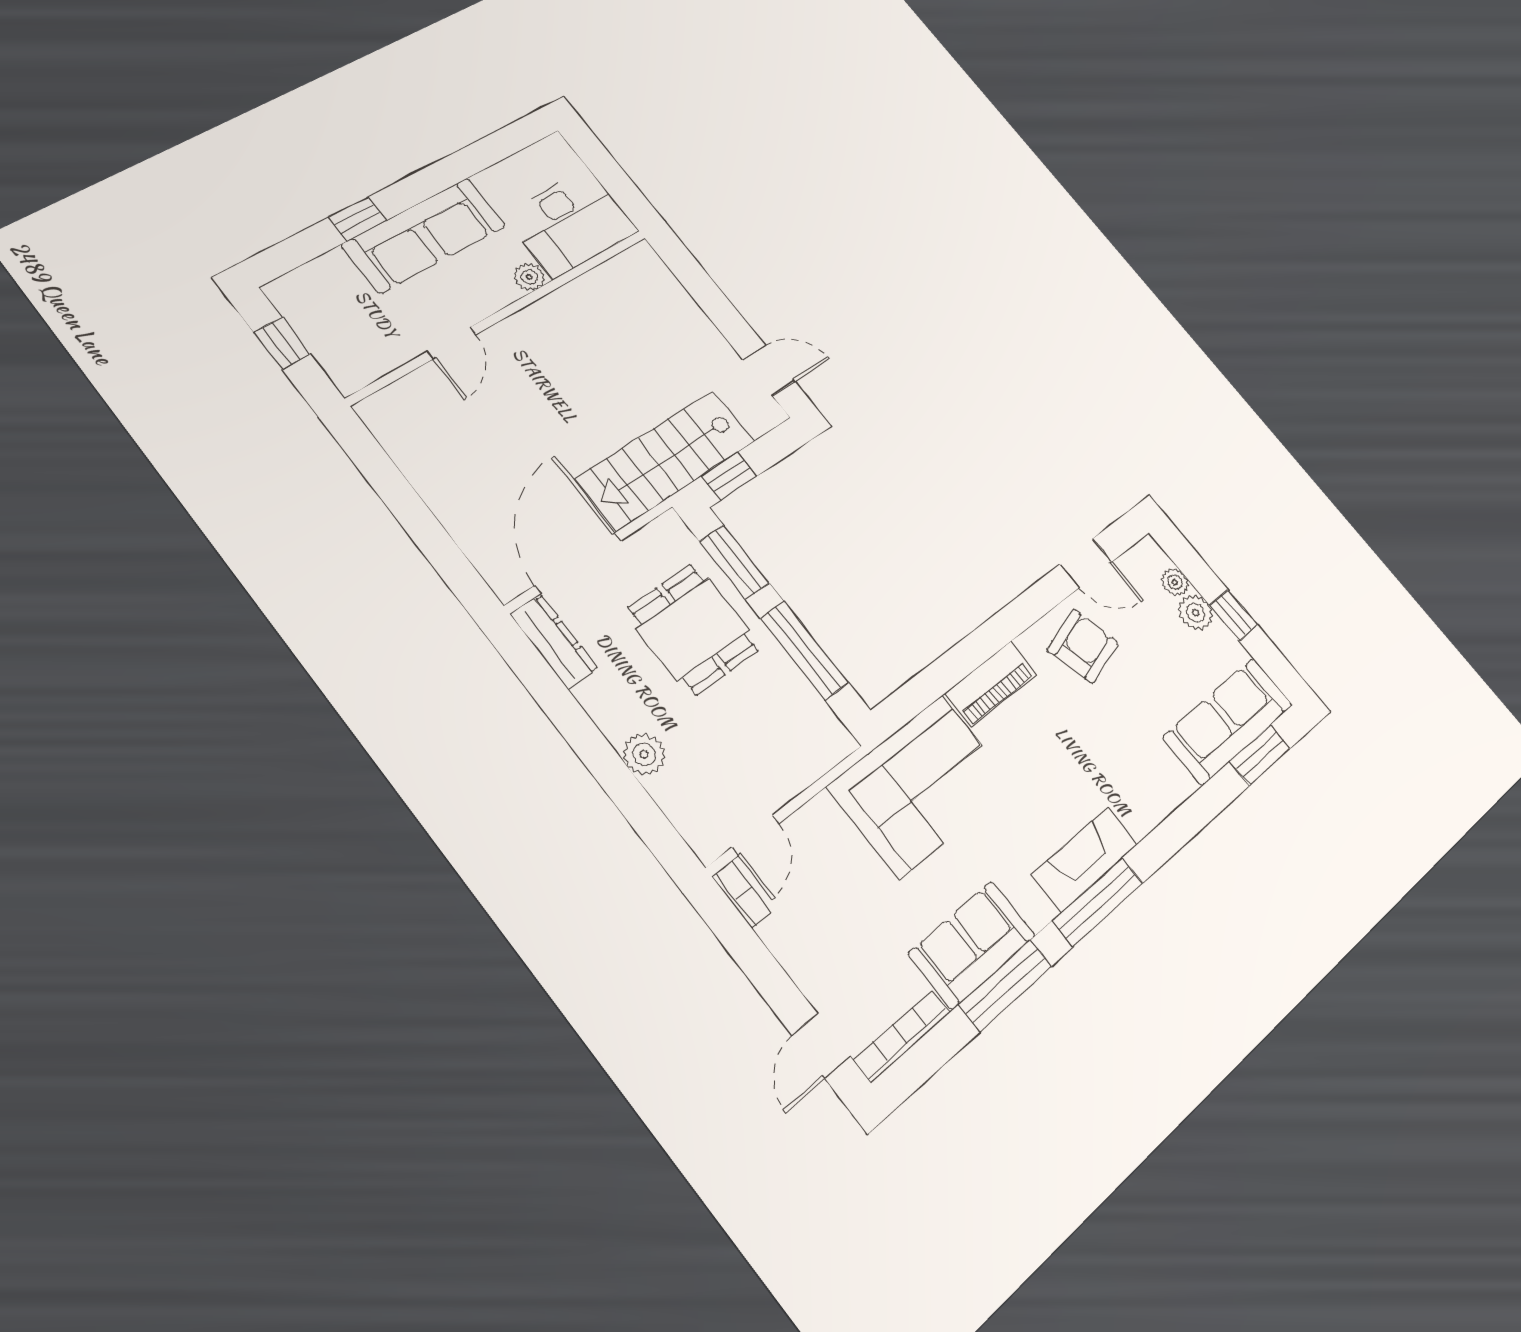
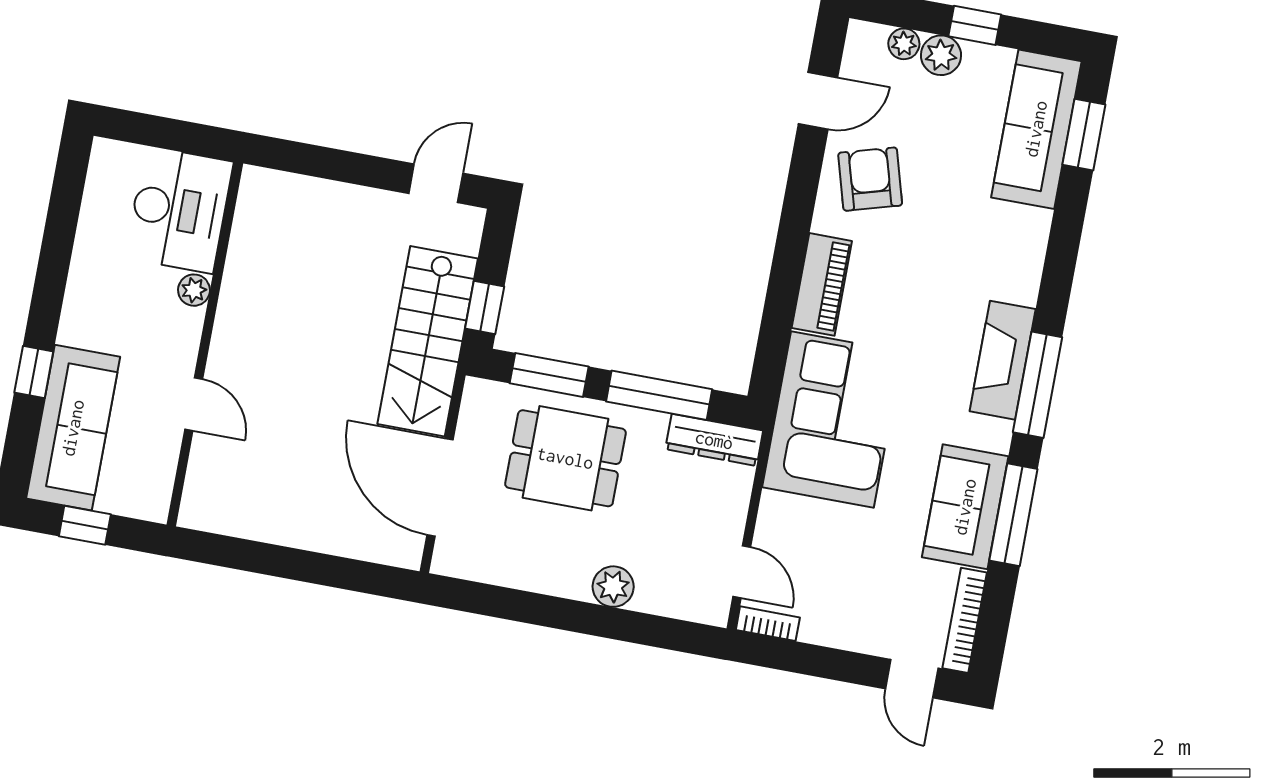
sofa: (424, 235) -> (73, 428), moved
dresser: (554, 642) -> (714, 440), moved, turned 180

